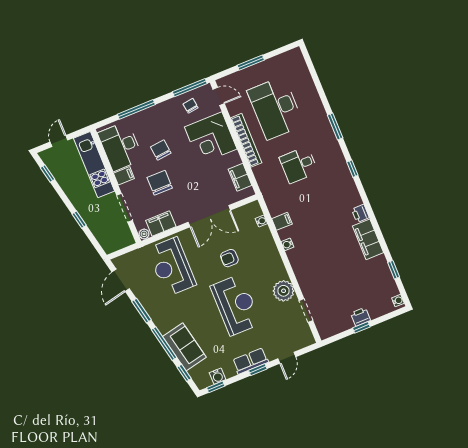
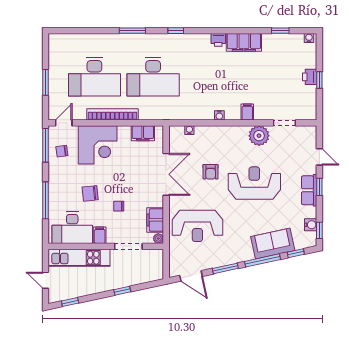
desk: (299, 165) -> (153, 77), width x1.87, depth x1.30
chair: (160, 183) -> (119, 206), width x0.54, depth x0.54
filing cabinet: (282, 221) -> (247, 112), moved

